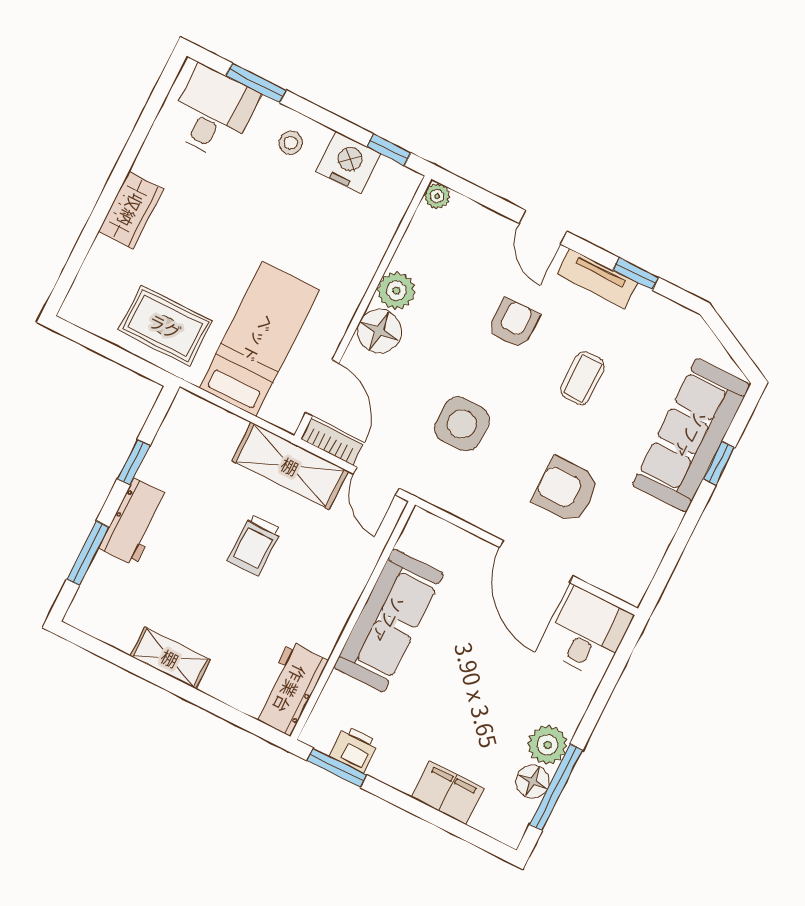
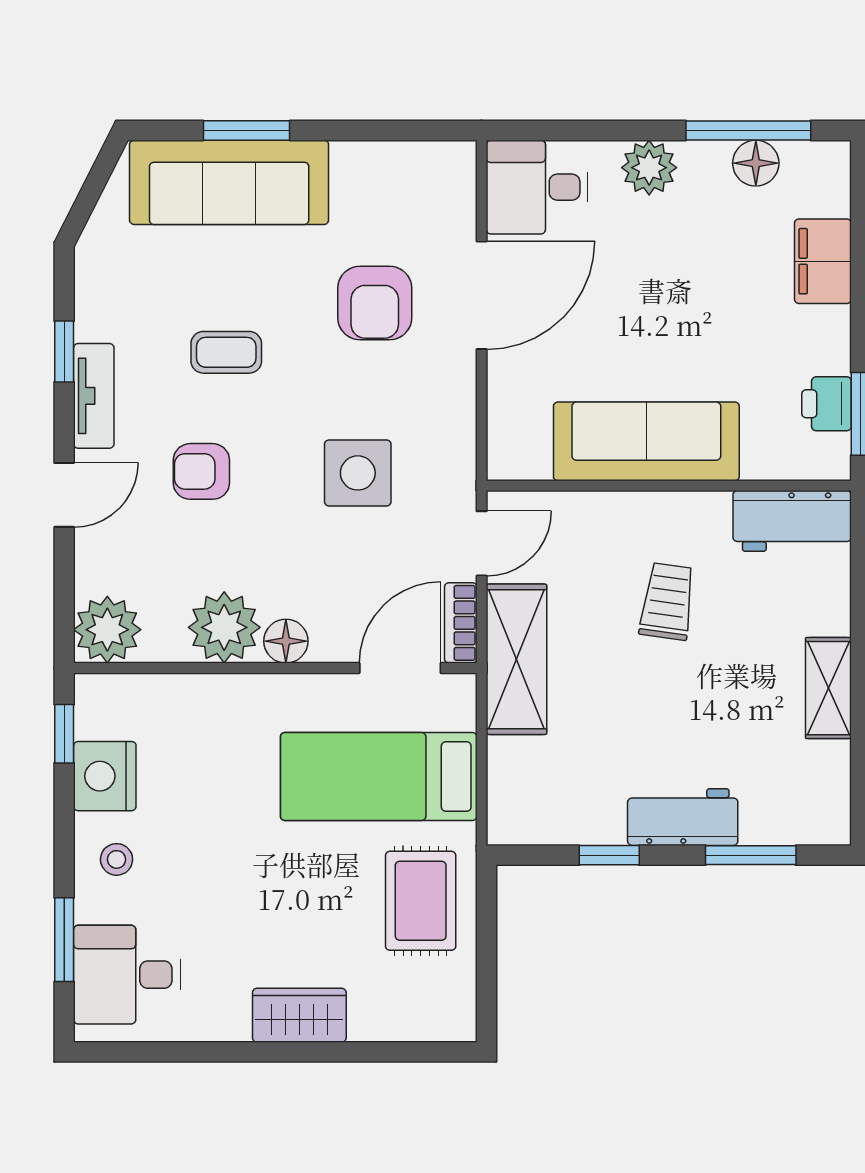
plant: (437, 196) -> (107, 630), width x1.88, depth x1.88
plant: (396, 291) -> (224, 627), width x1.36, depth x1.36
floor lamp: (379, 331) -> (286, 641), width x0.73, depth x0.73
window: (719, 463) -> (247, 130), width x1.50
trolley: (254, 545) -> (667, 601), moved, turned -82
plant: (547, 745) -> (649, 168), moved

